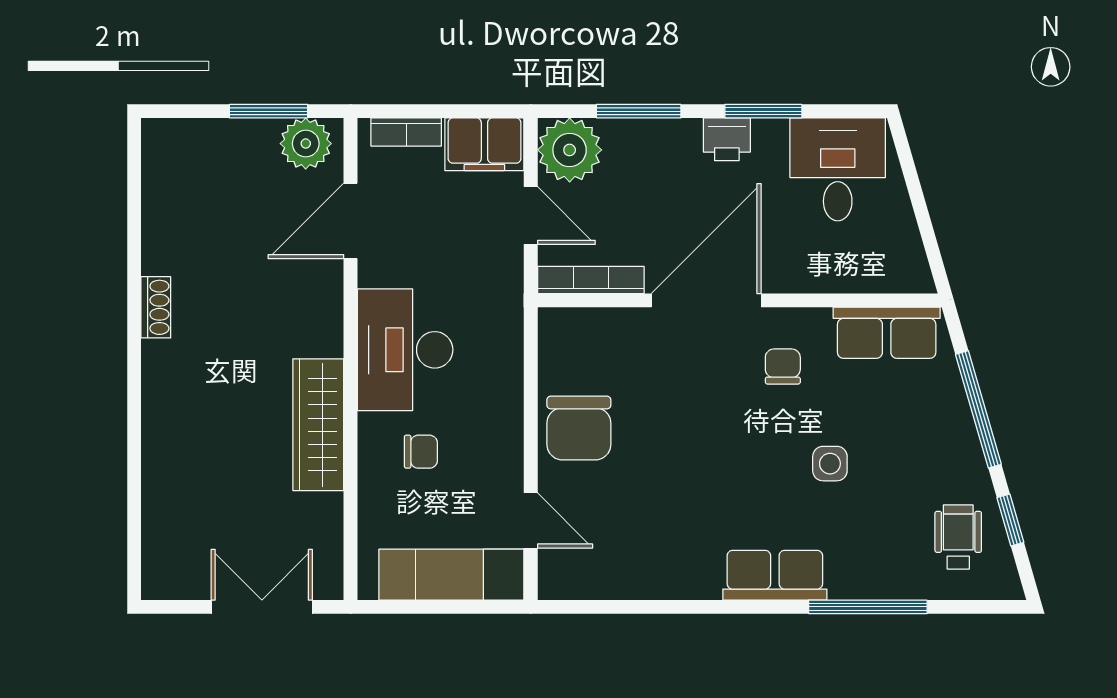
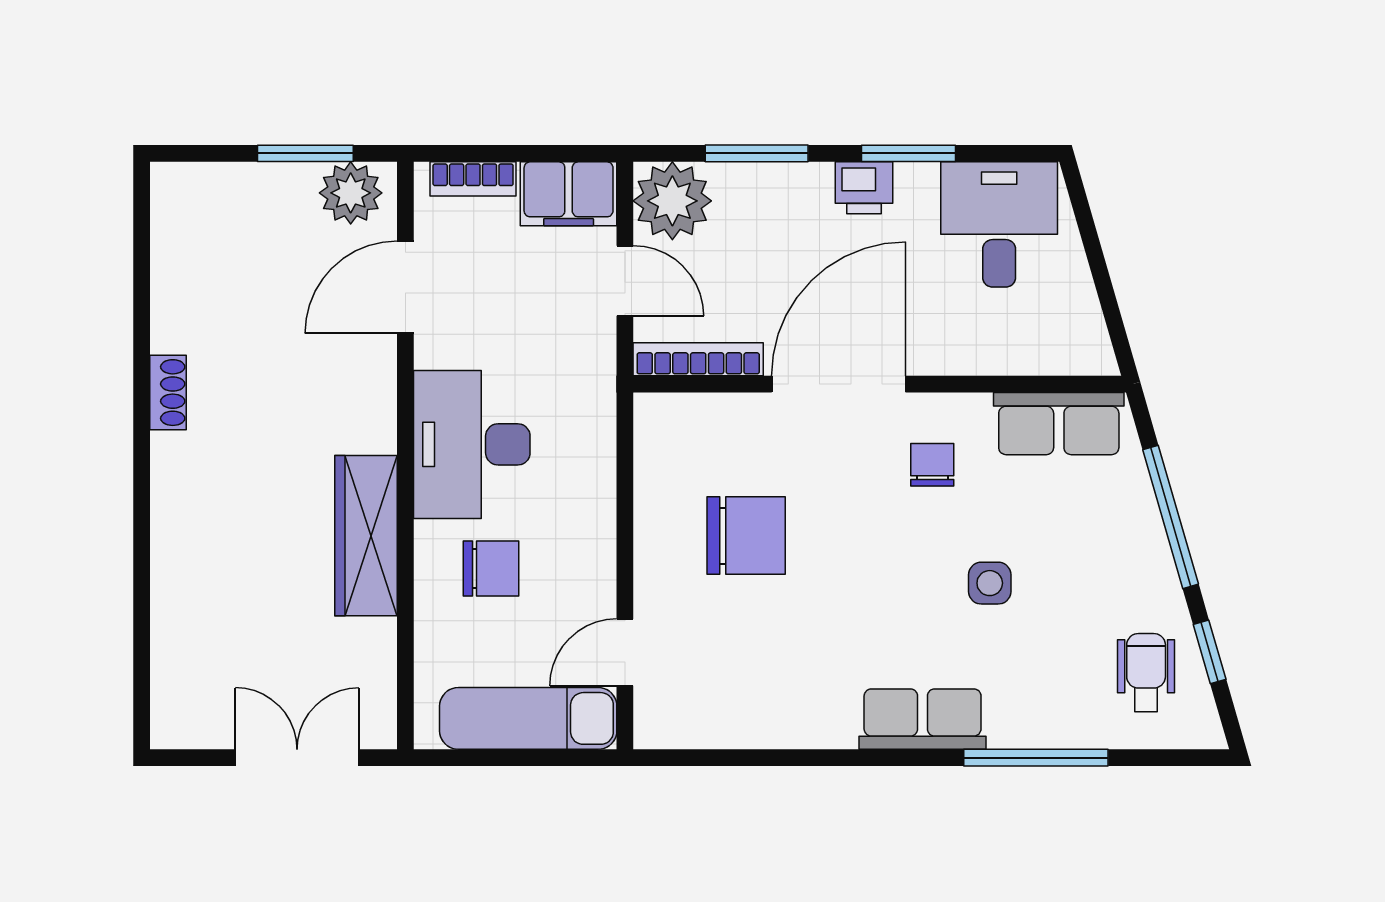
chair: (579, 428) -> (746, 536), moved, turned -90
chair: (421, 452) -> (491, 569), width x1.37, depth x1.37
door: (531, 520) -> (625, 652), swing flipped

